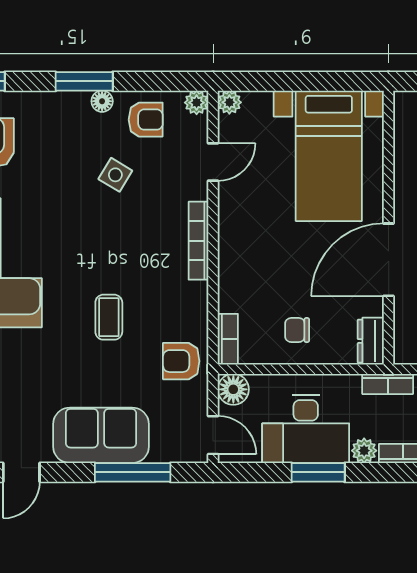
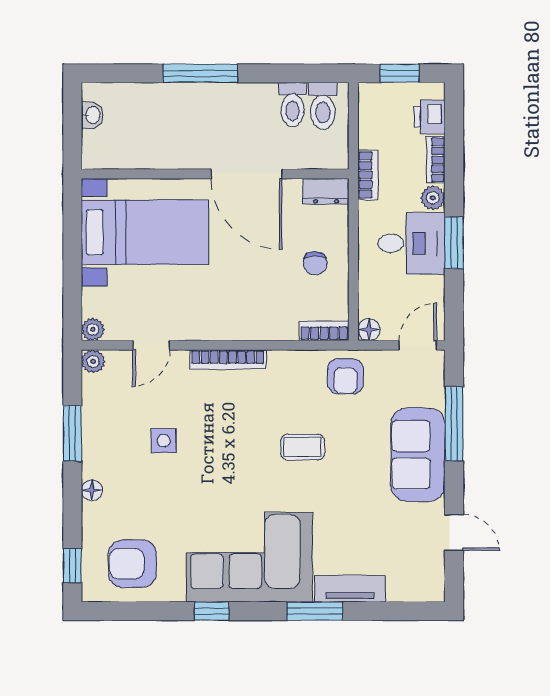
window: (84, 81) -> (72, 433), moved
floor lamp: (102, 101) -> (92, 490), moved
armchair: (146, 120) -> (110, 411), removed
door: (213, 162) -> (151, 345), swing flipped
side table: (115, 175) -> (164, 441), turned -32
floor lamp: (233, 389) -> (369, 330), width x0.73, depth x0.73
desk: (306, 429) -> (412, 243), width x0.73

